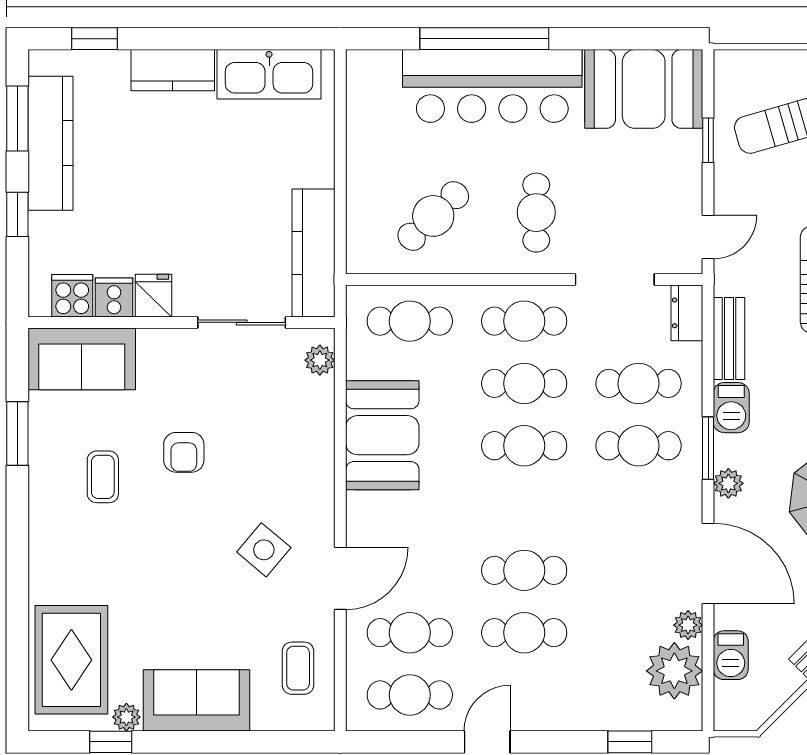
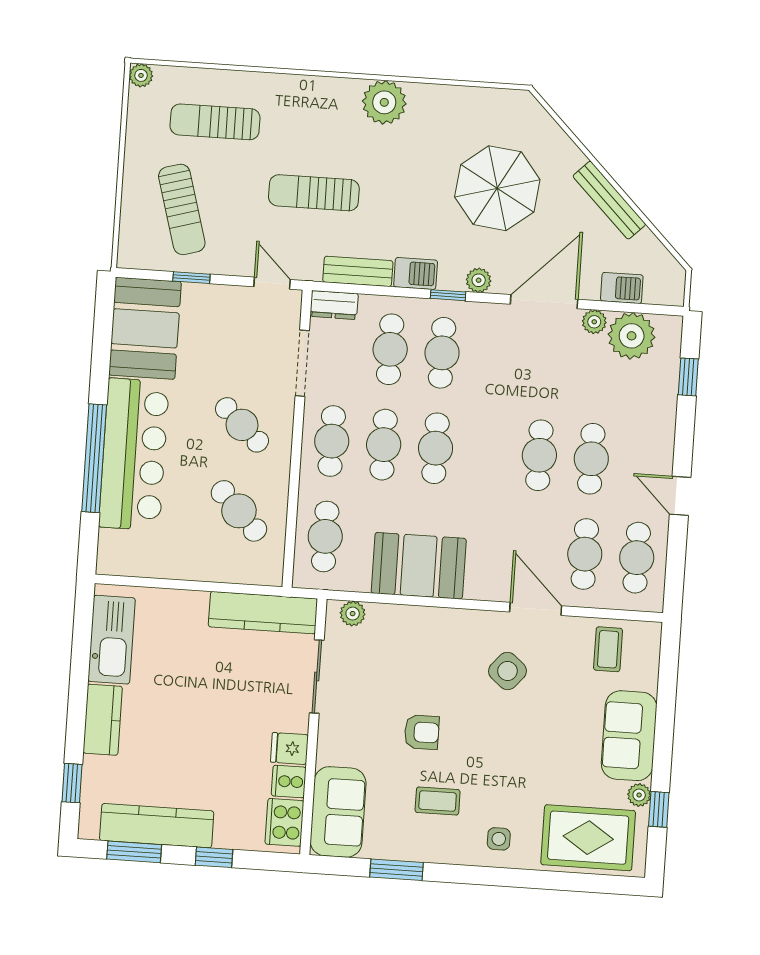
cafe table: (536, 213) -> (242, 425), turned 43
cooker: (72, 296) -> (284, 822), width x1.36
window: (708, 448) -> (448, 295), width x0.67
side table: (63, 553) -> (499, 839), added
coffee table: (298, 668) -> (608, 649), turned 90

